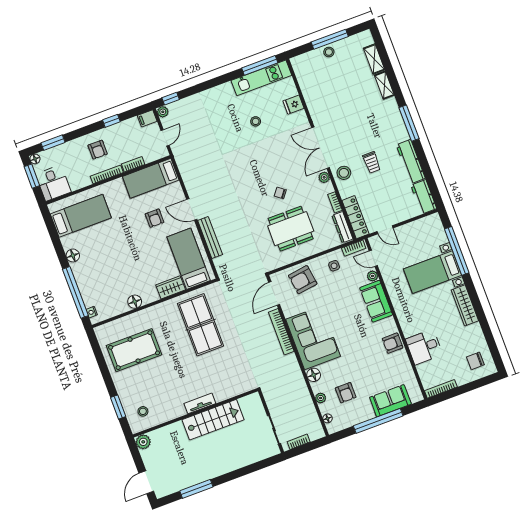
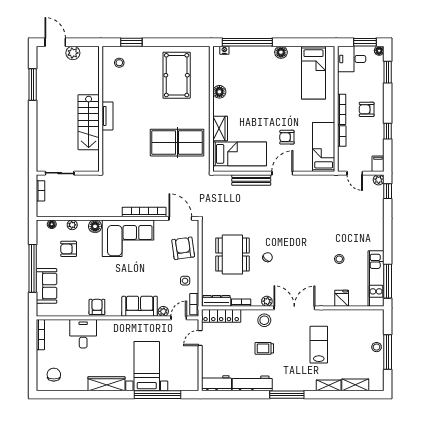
lab bench: (348, 110) -> (319, 345), added
plant: (143, 442) -> (73, 53), moved

